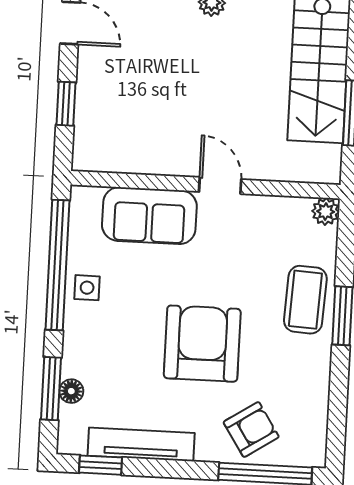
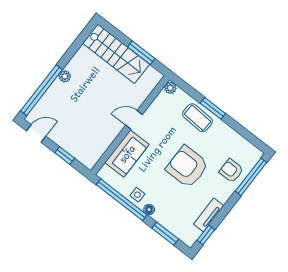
floor lamp: (71, 391) -> (149, 210), moved
armchair: (251, 429) -> (231, 171), turned -57
tv unit: (141, 444) -> (209, 215), width x0.71

